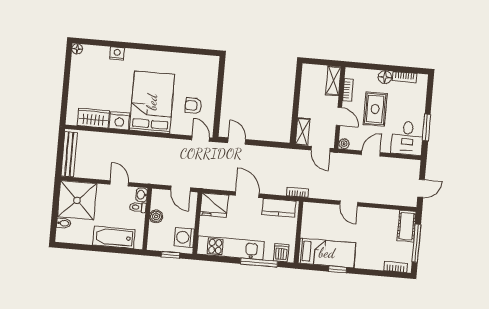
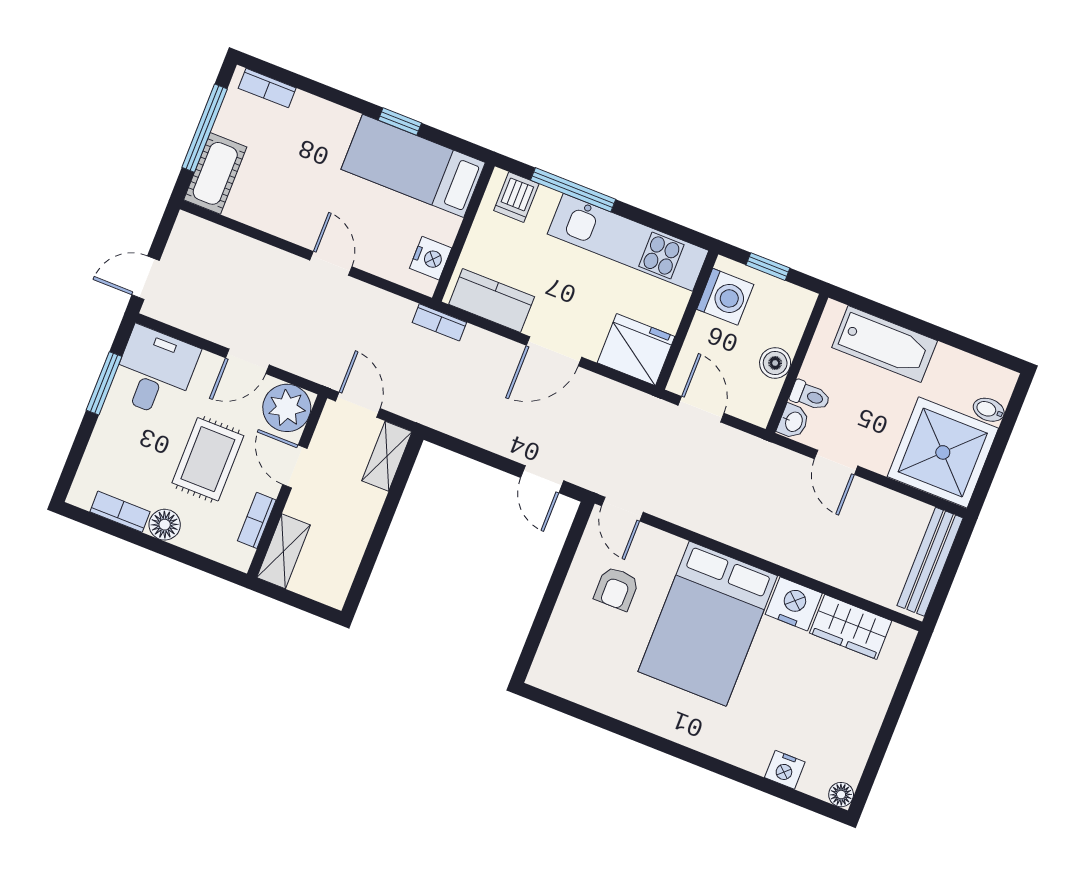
nightstand: (117, 53) -> (785, 770), moved
armchair: (193, 106) -> (617, 589), turned 90
plant: (344, 144) -> (287, 408), width x1.88, depth x1.88
door: (421, 188) -> (146, 278), moved
door: (247, 195) -> (554, 351), hinge flipped
nightstand: (309, 218) -> (431, 258), added

